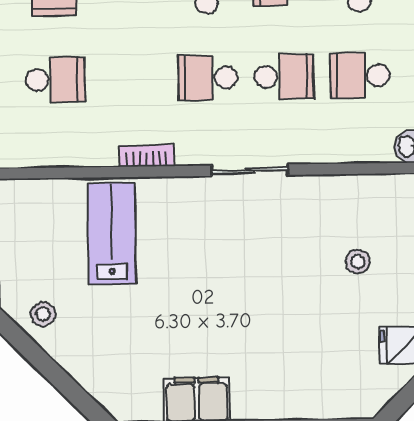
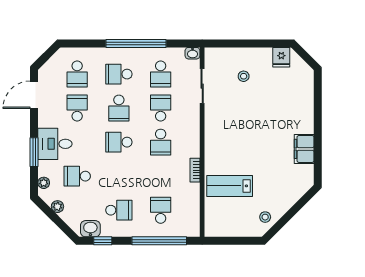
sliding door: (250, 170) -> (202, 86), moved

